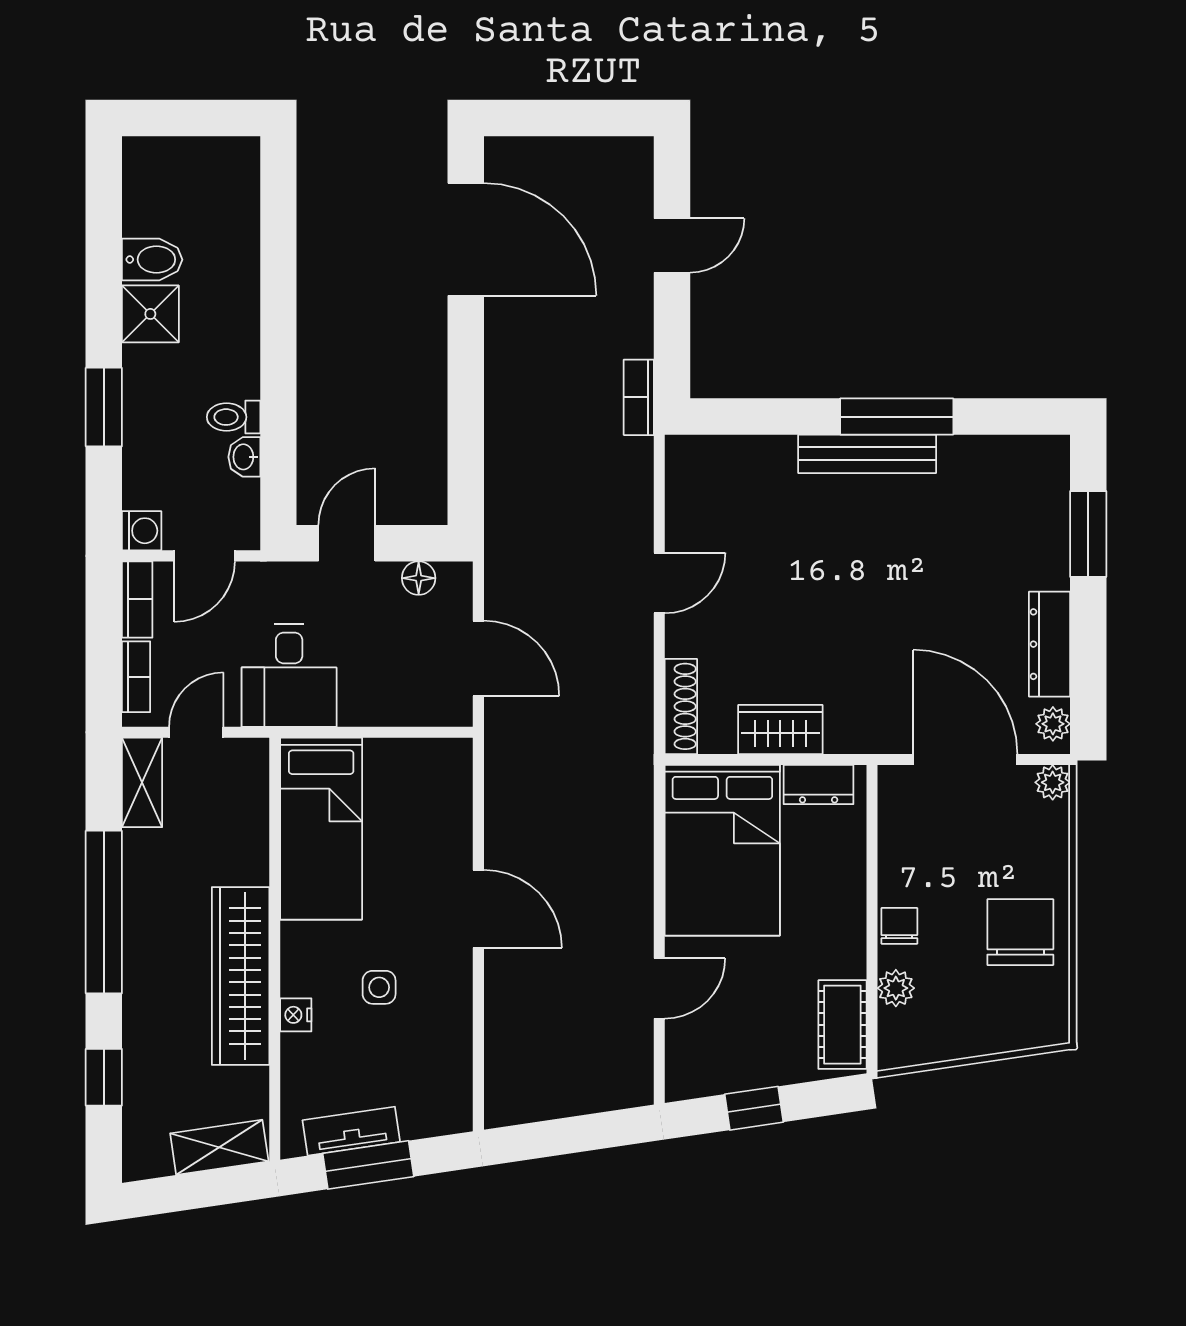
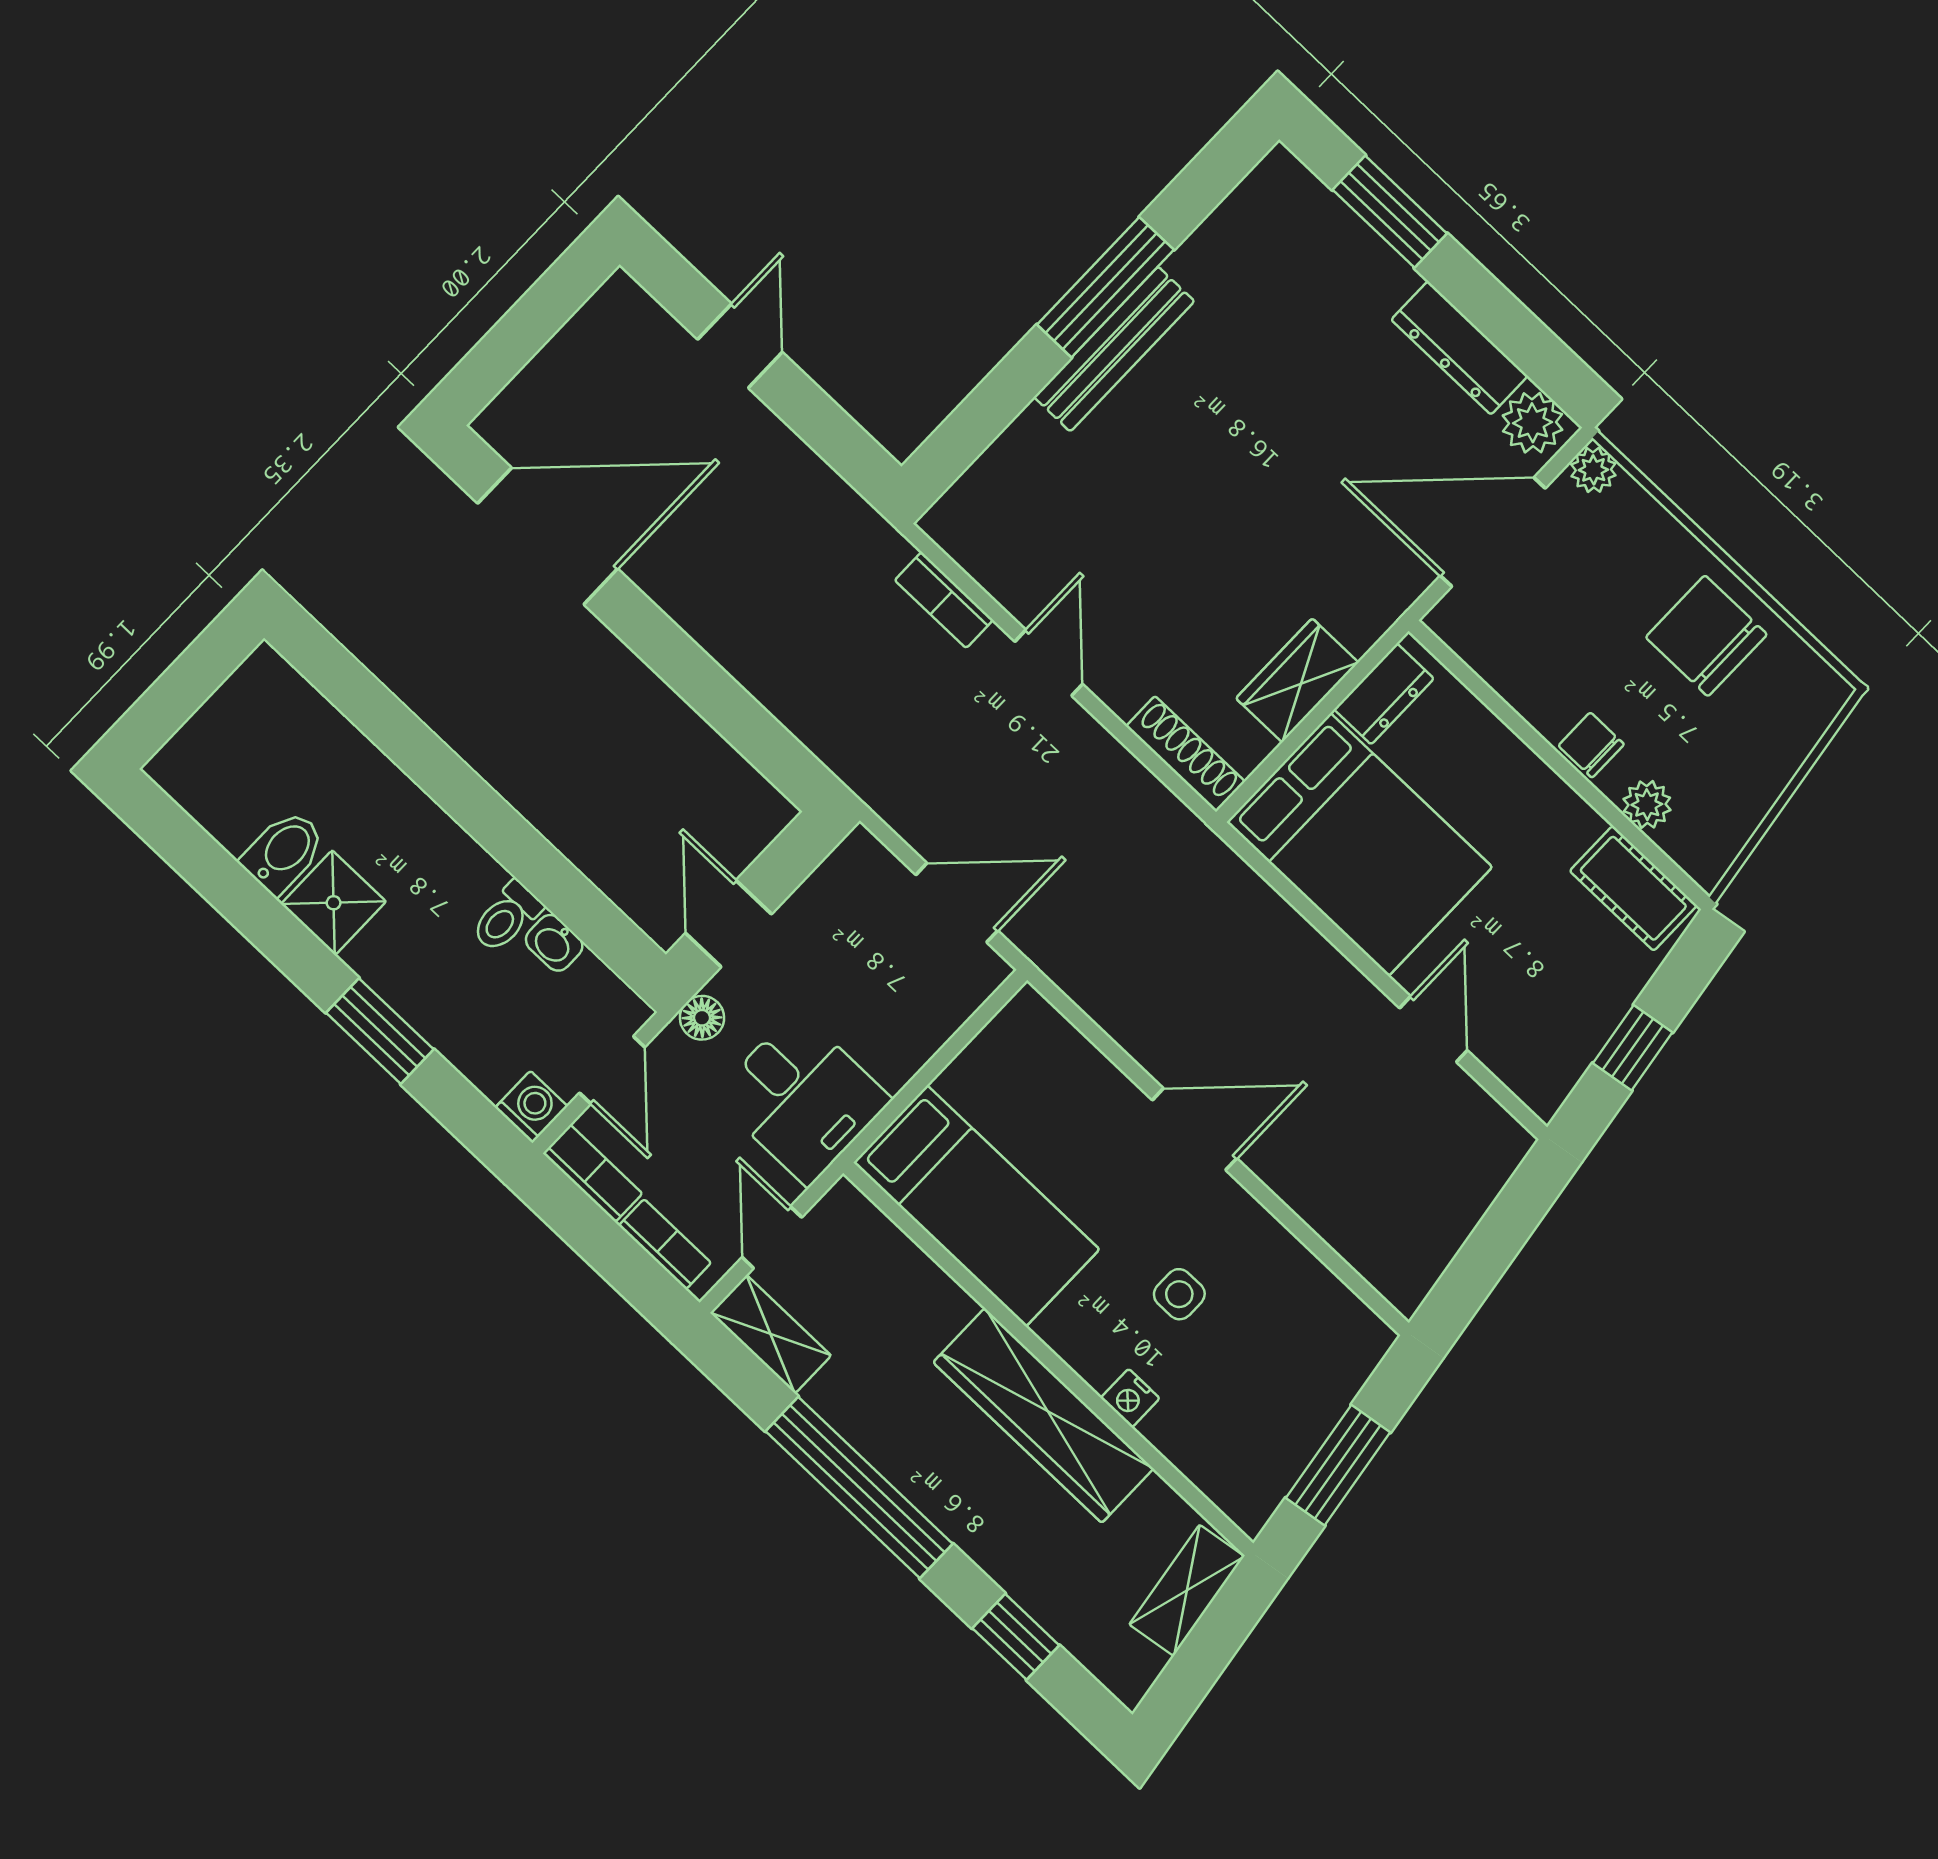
bookcase: (639, 397) -> (944, 600), moved
floor lamp: (419, 578) -> (702, 1018), moved
plant: (1053, 724) -> (1532, 423), width x1.38, depth x1.38
tv unit: (351, 1131) -> (1291, 1451), removed

